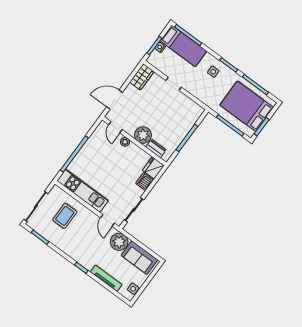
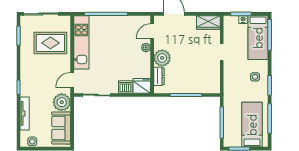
bed: (247, 106) -> (252, 125), width x0.67
rug: (65, 216) -> (50, 43), width x1.36, depth x1.43

